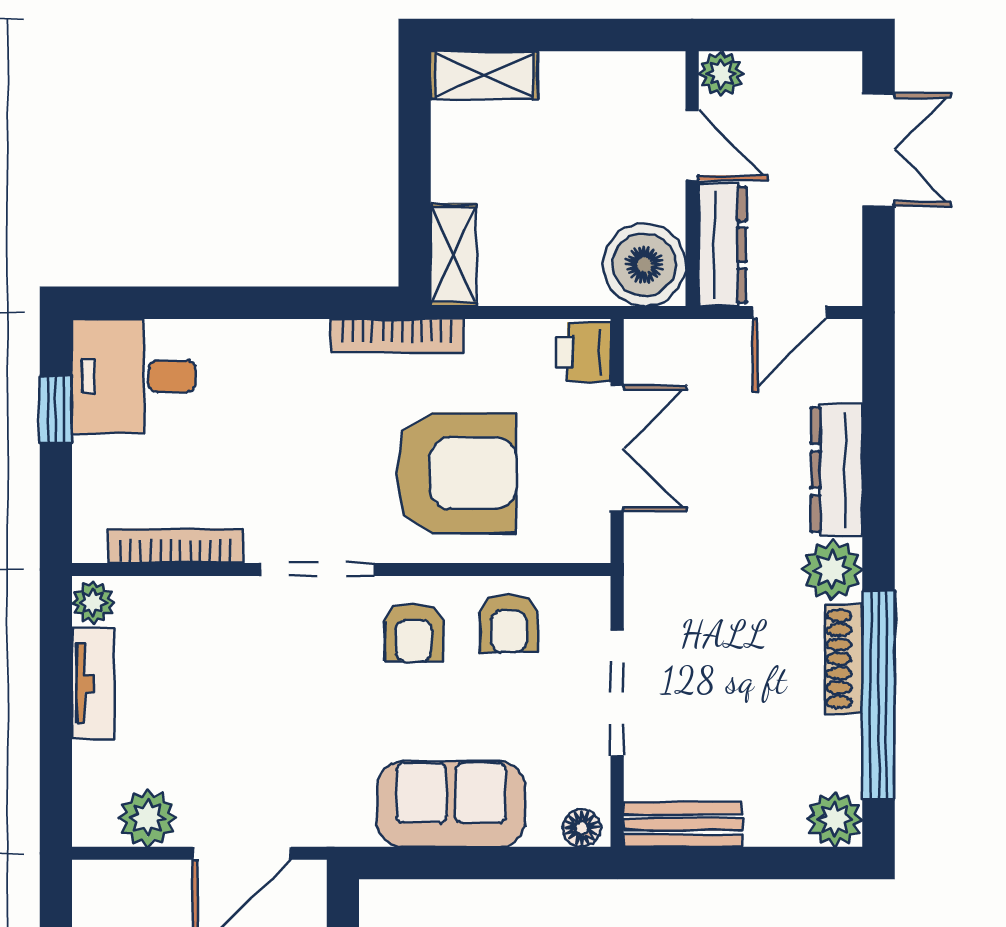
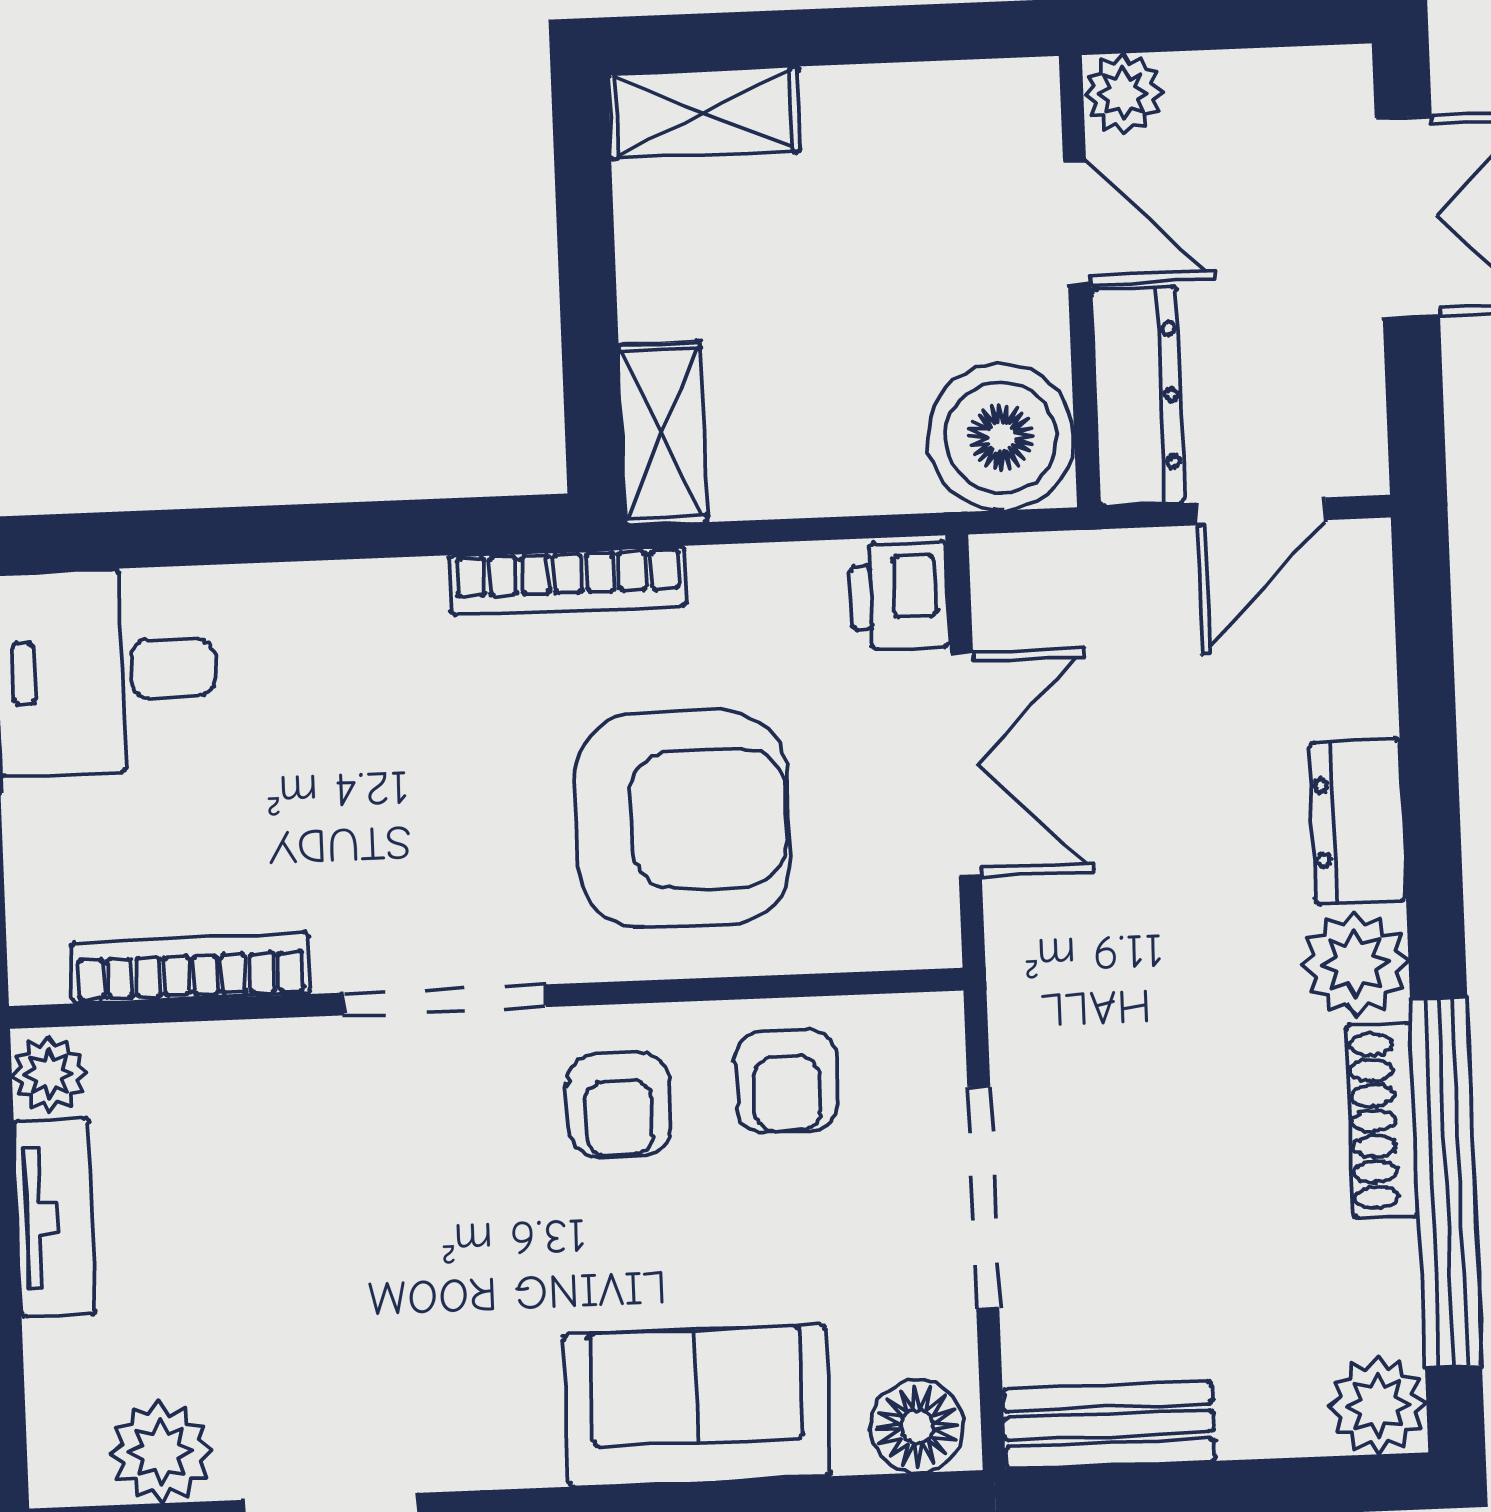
dresser: (837, 470) -> (1358, 822), width x0.70
floor lamp: (582, 828) -> (917, 1426), width x1.37, depth x1.37

